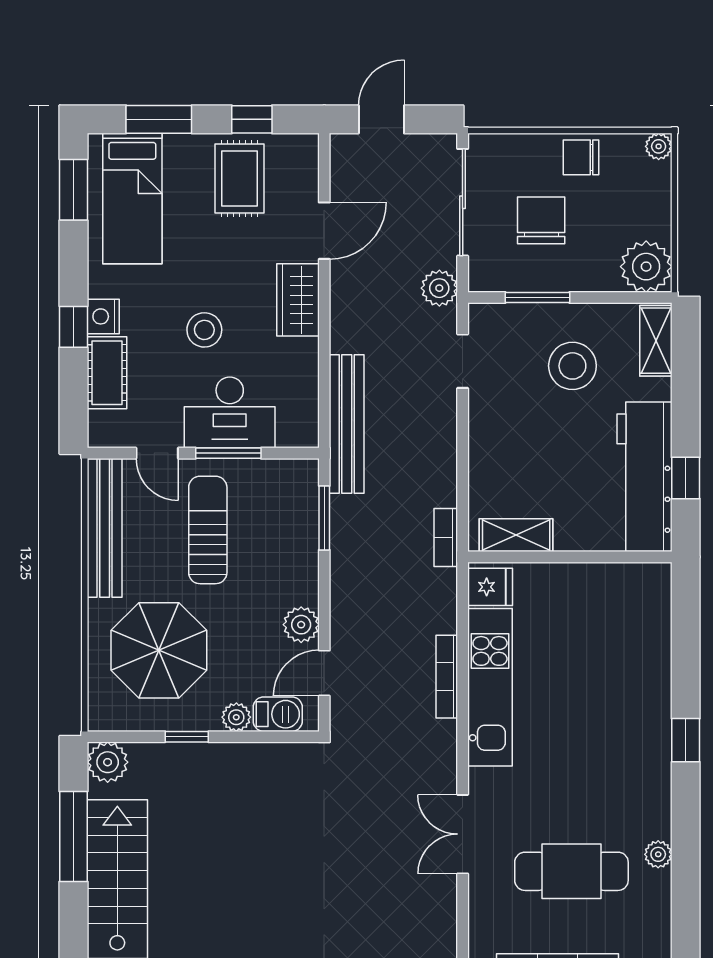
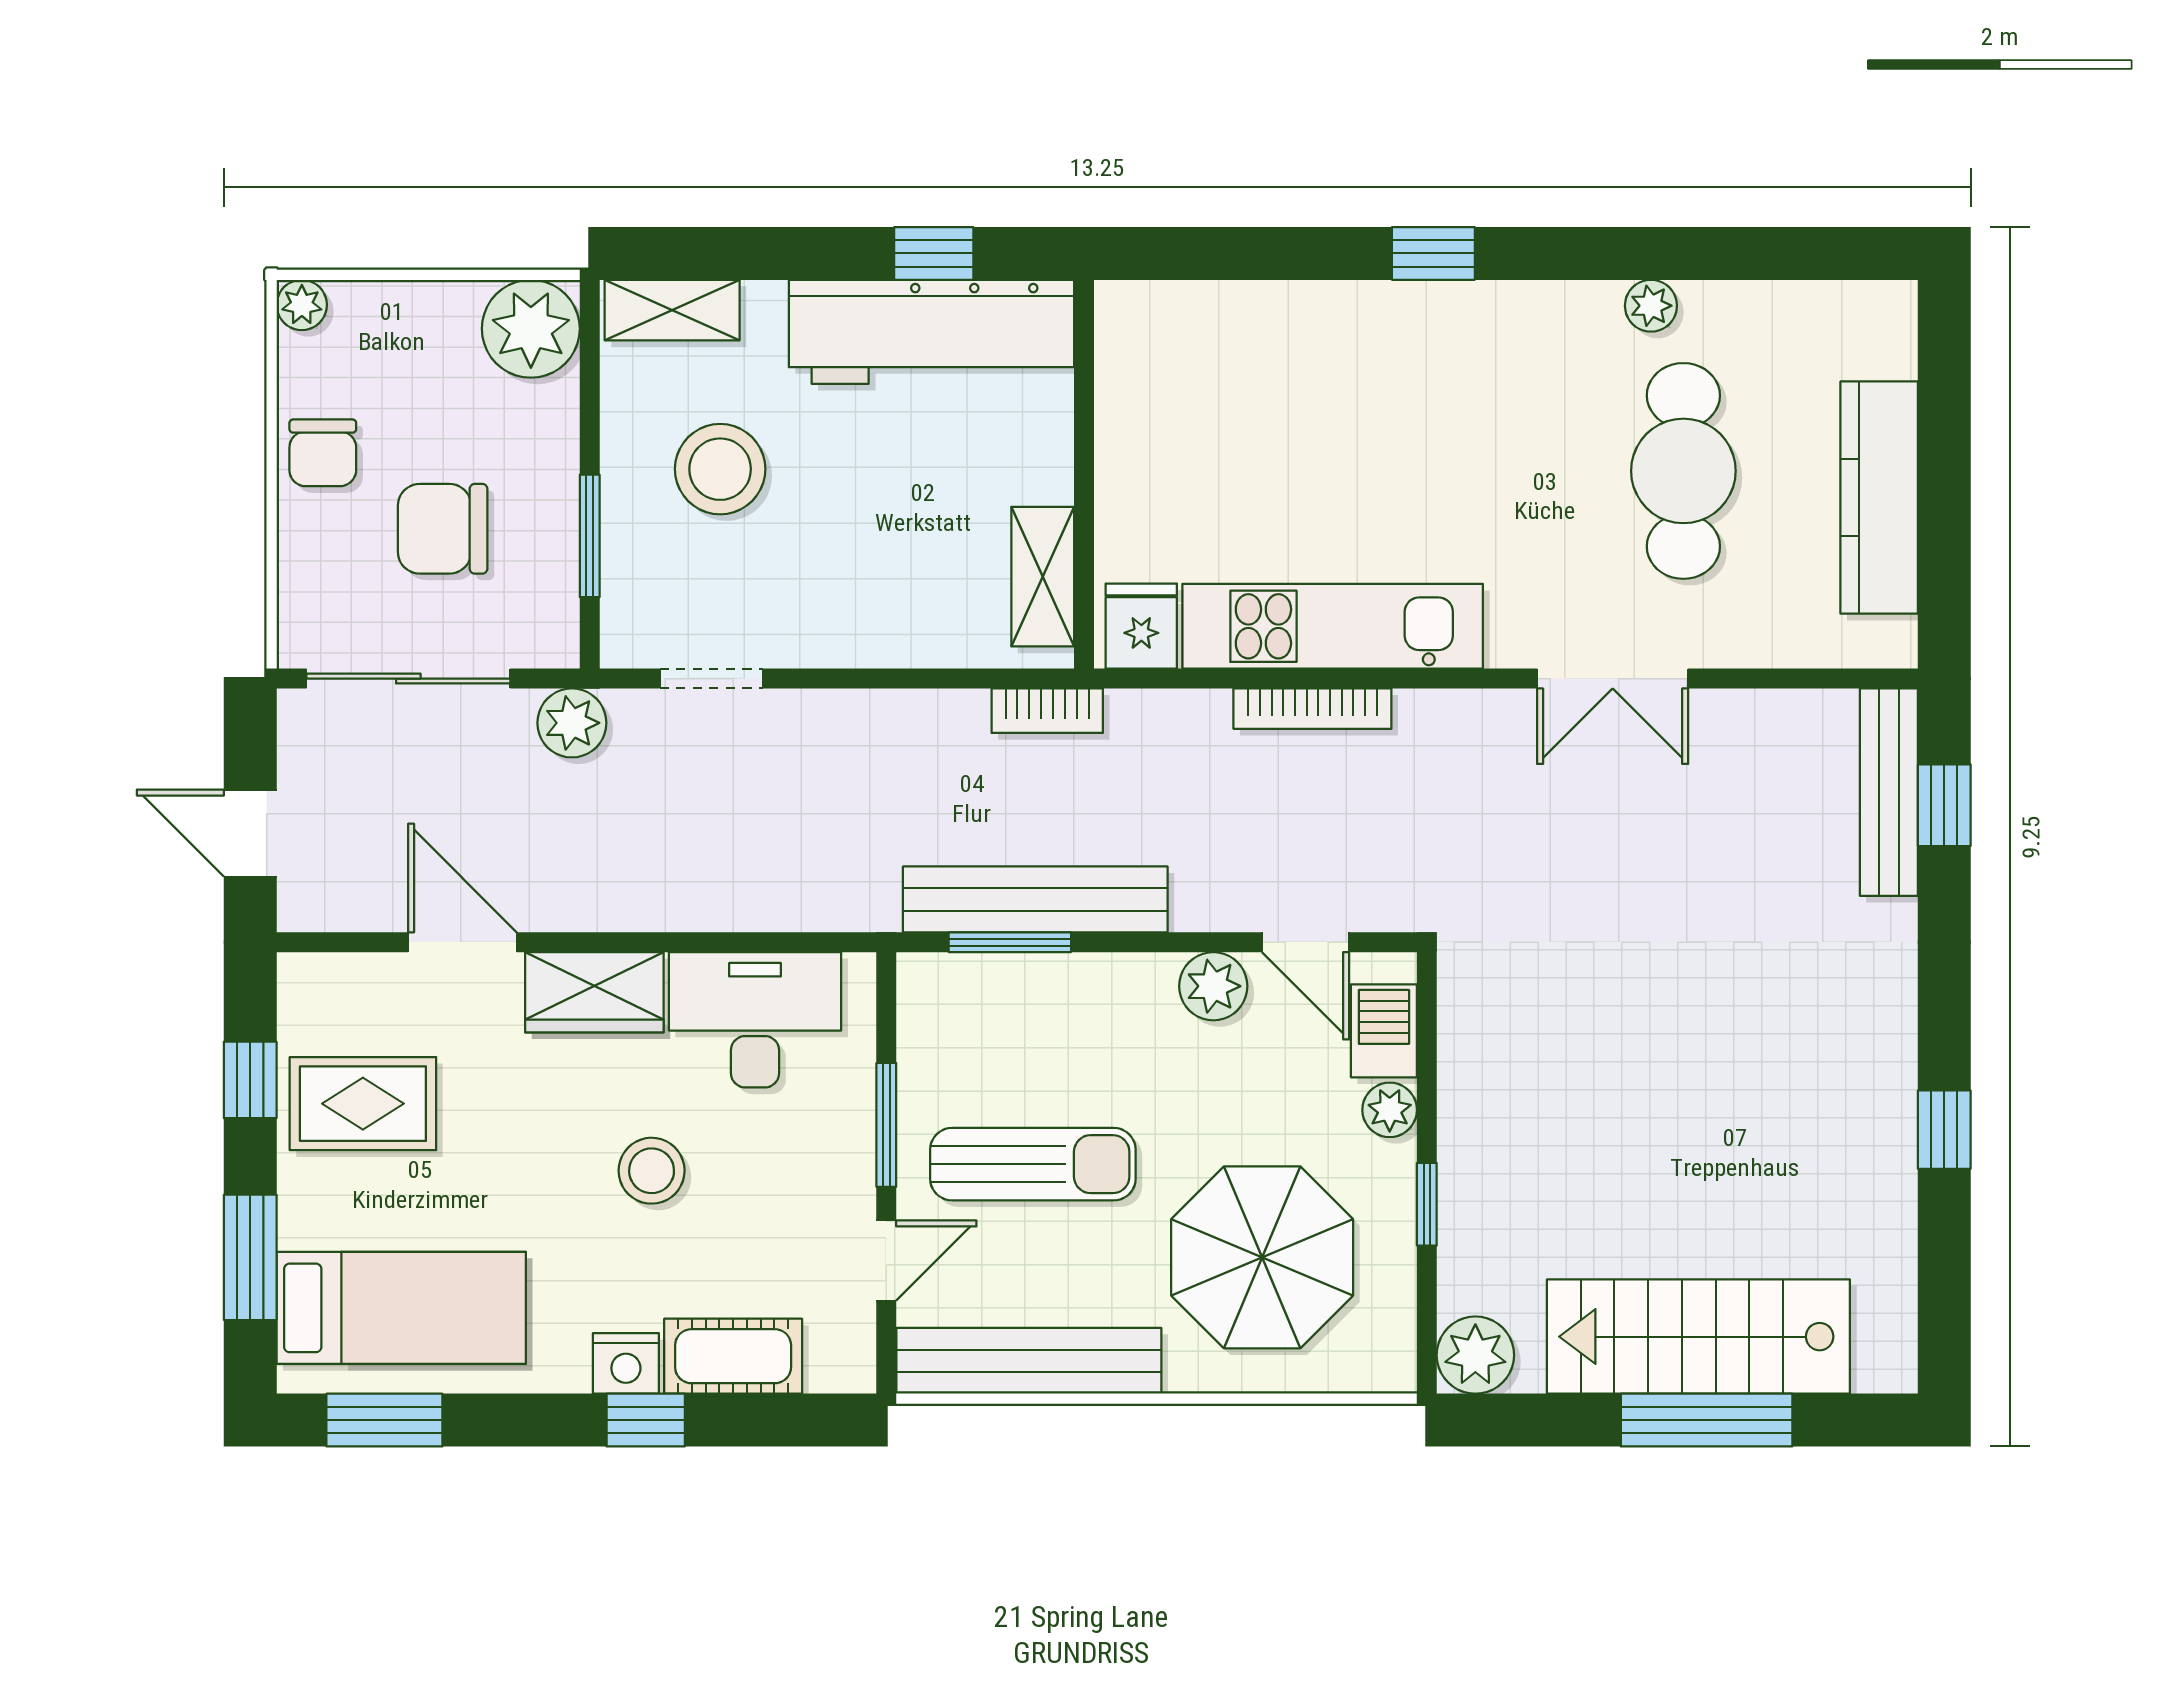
desk: (230, 412) -> (755, 1020), moved, turned -90
bench: (347, 424) -> (1035, 899), moved
sun lounger: (208, 530) -> (1033, 1164), turned 180
window: (73, 836) -> (1707, 1420), moved

